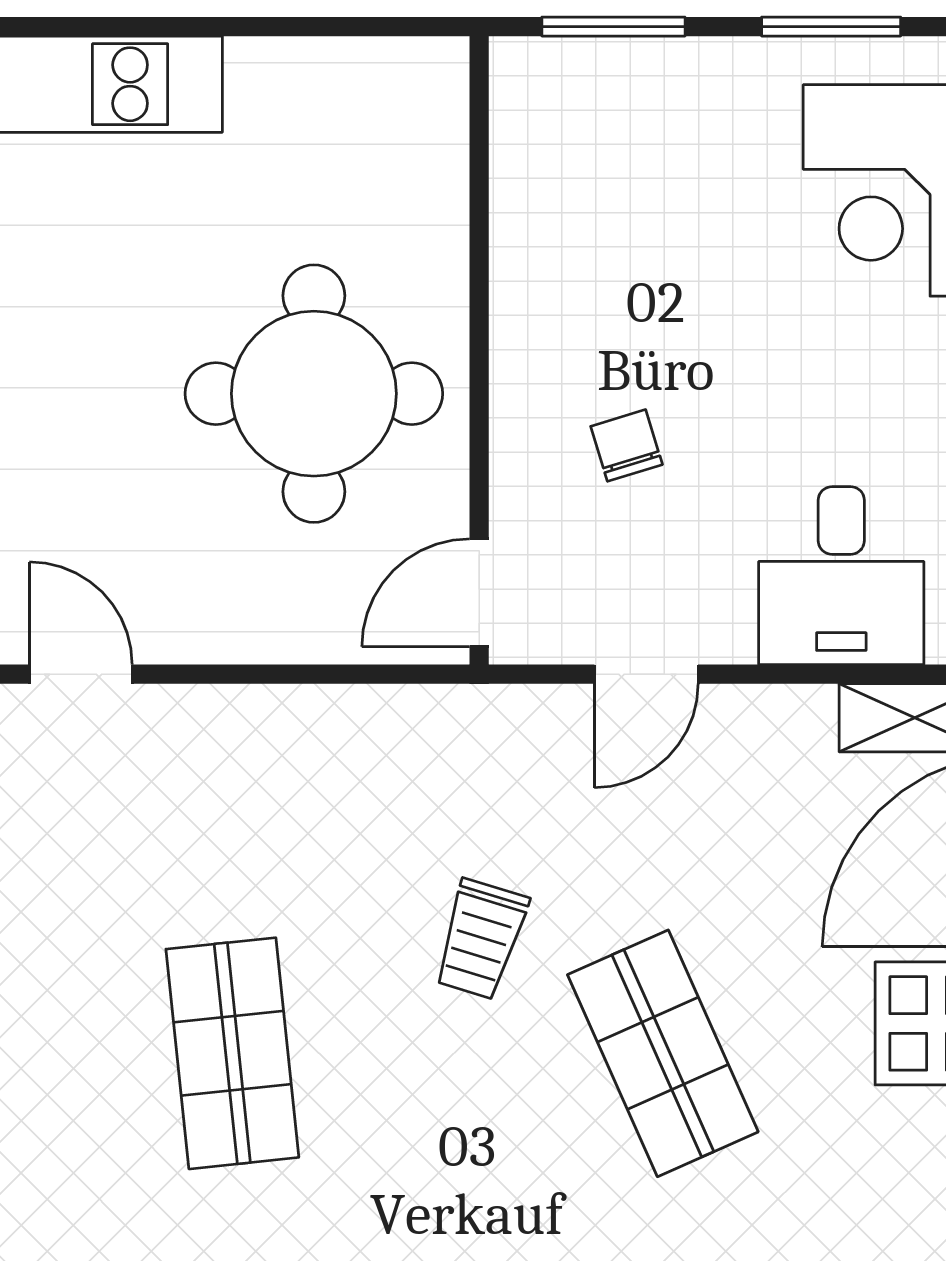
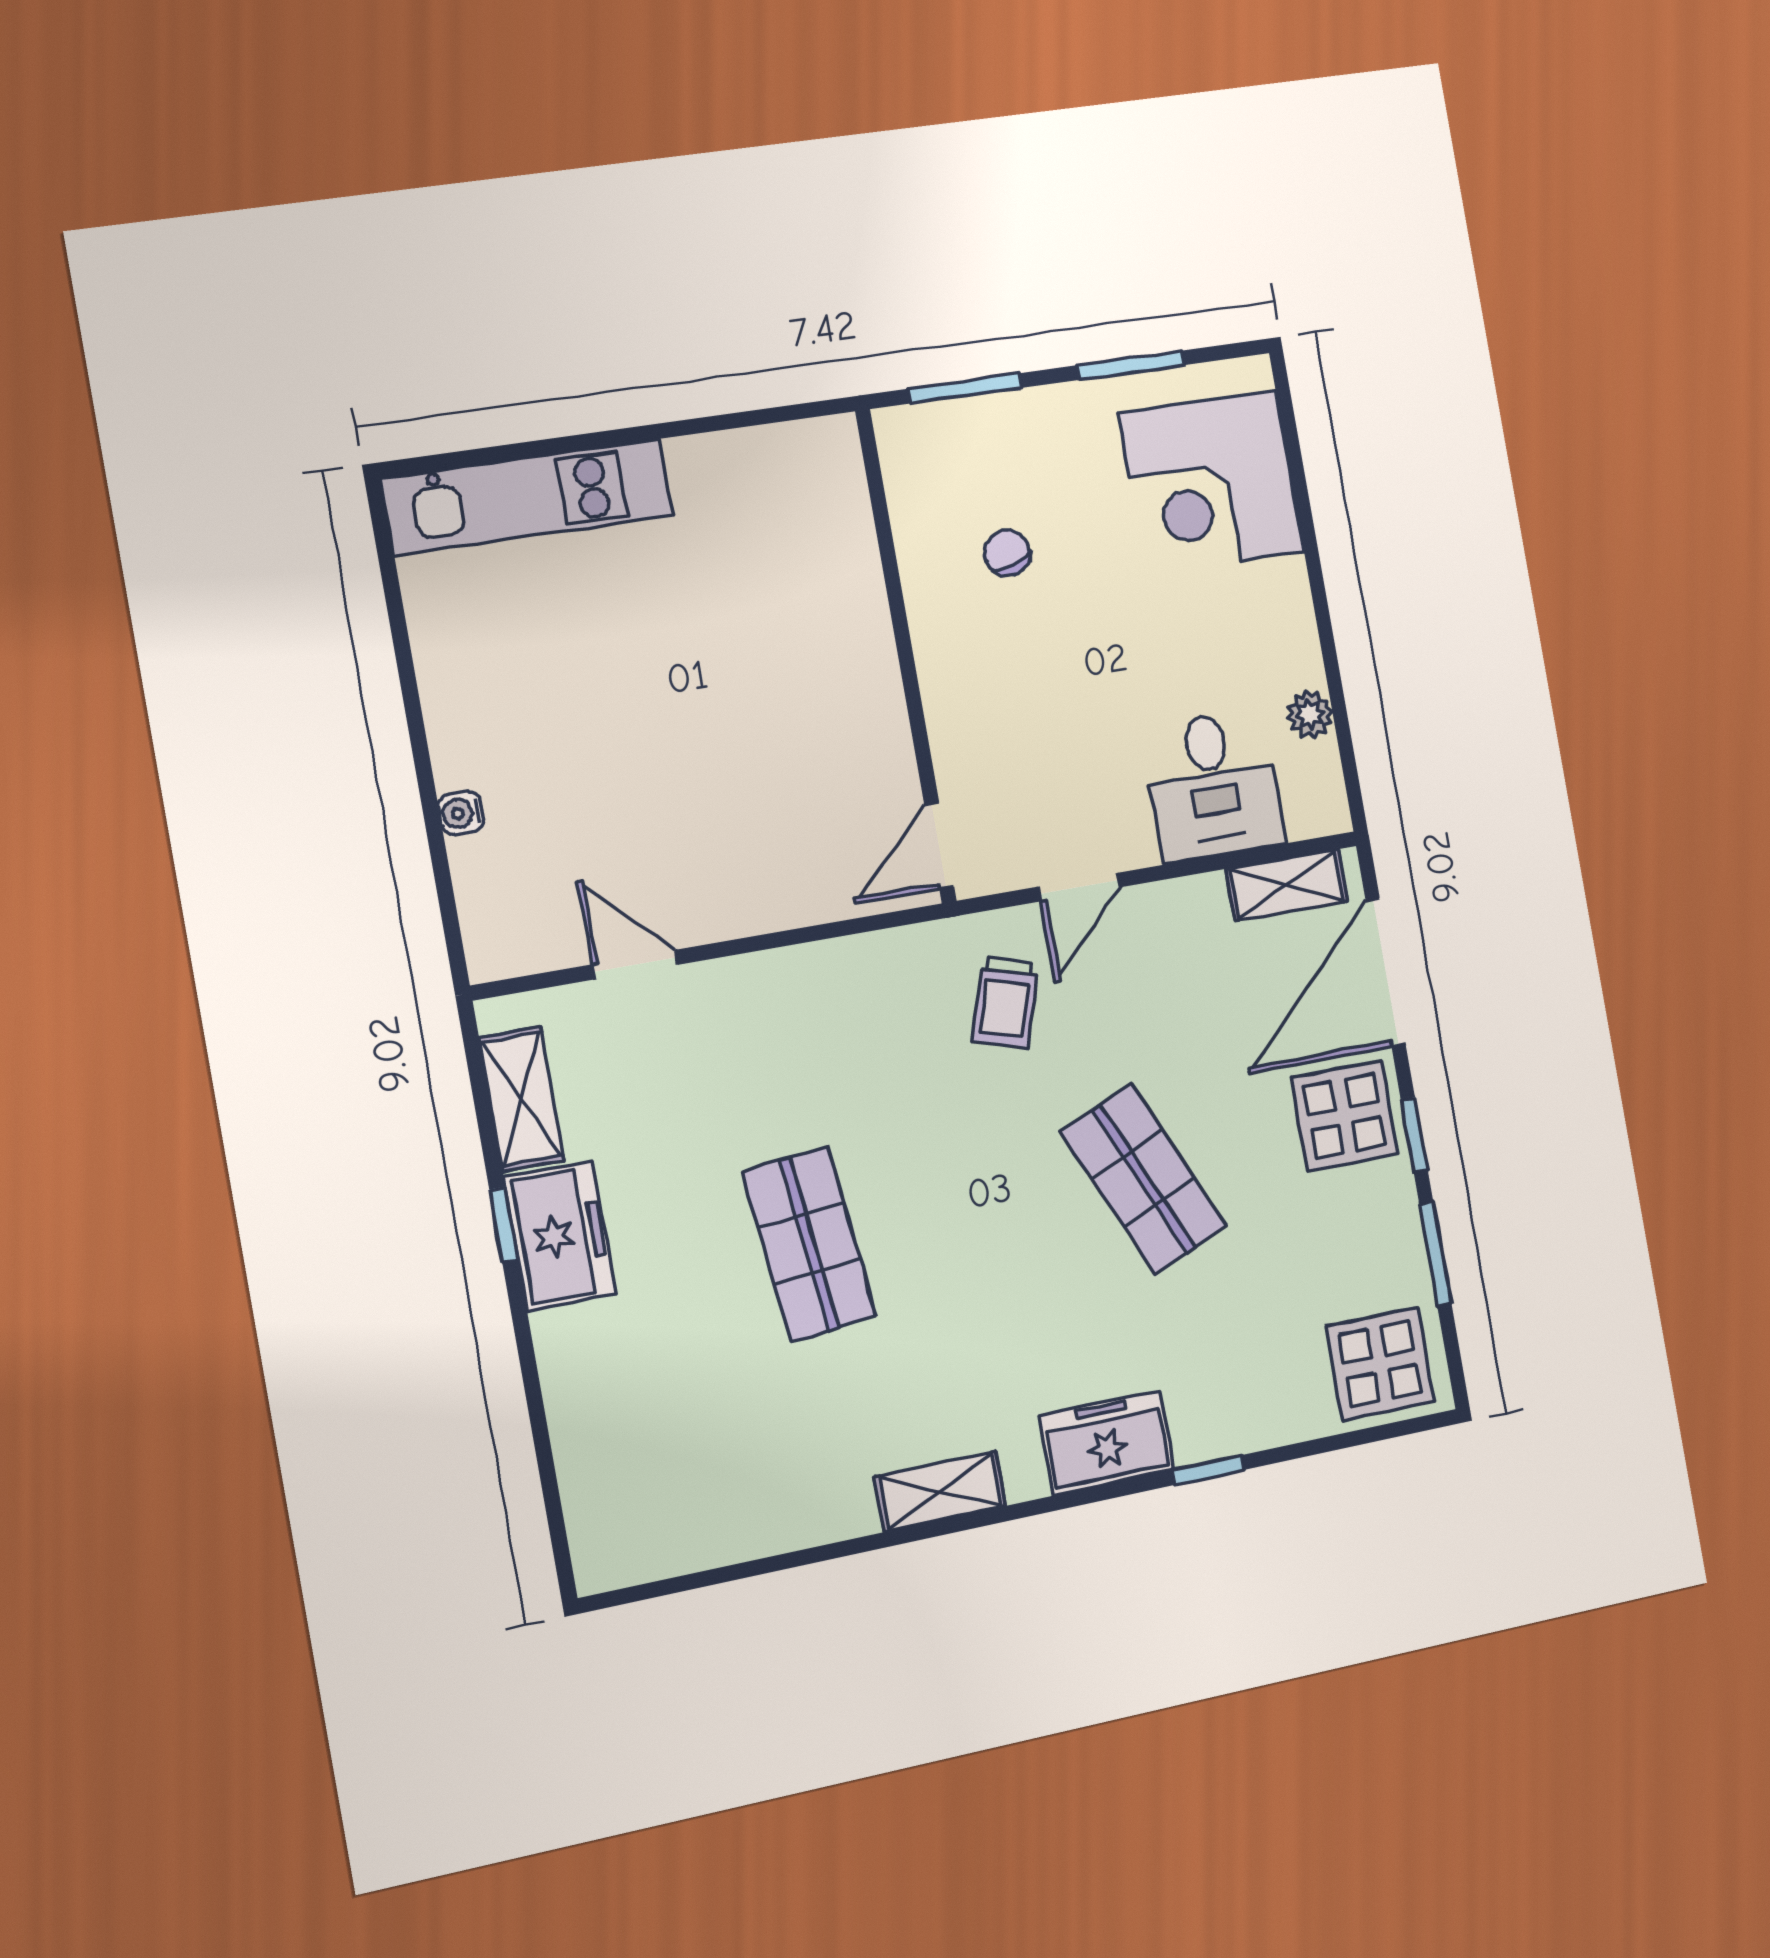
round table: (314, 394) -> (782, 711), removed
chair: (627, 445) -> (1007, 553), moved
trolley: (481, 939) -> (1005, 1002), moved

